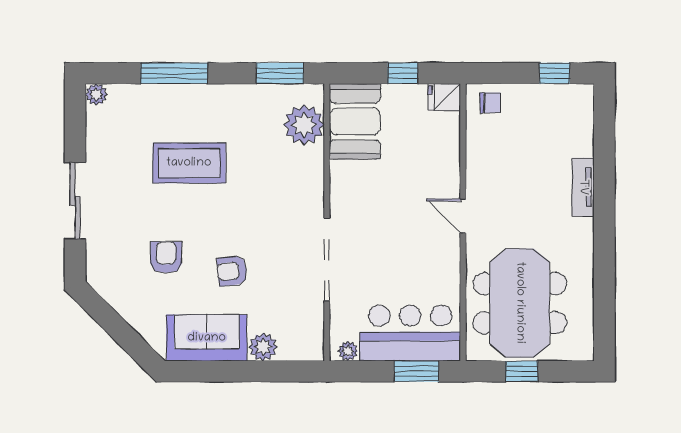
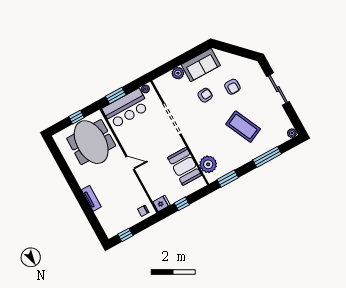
booth: (355, 121) -> (185, 166), moved
coffee table: (189, 163) -> (243, 127), turned 65

